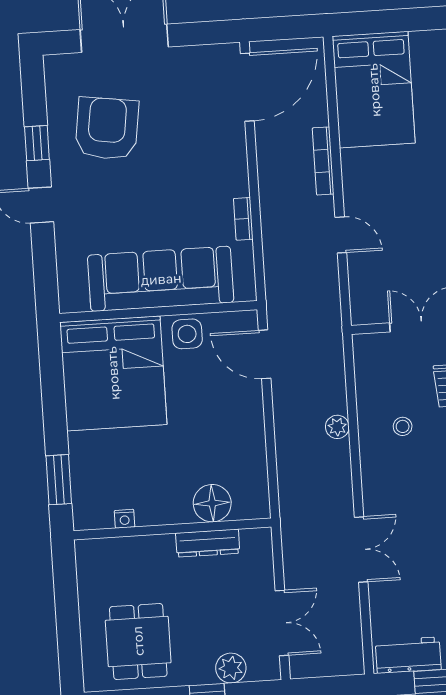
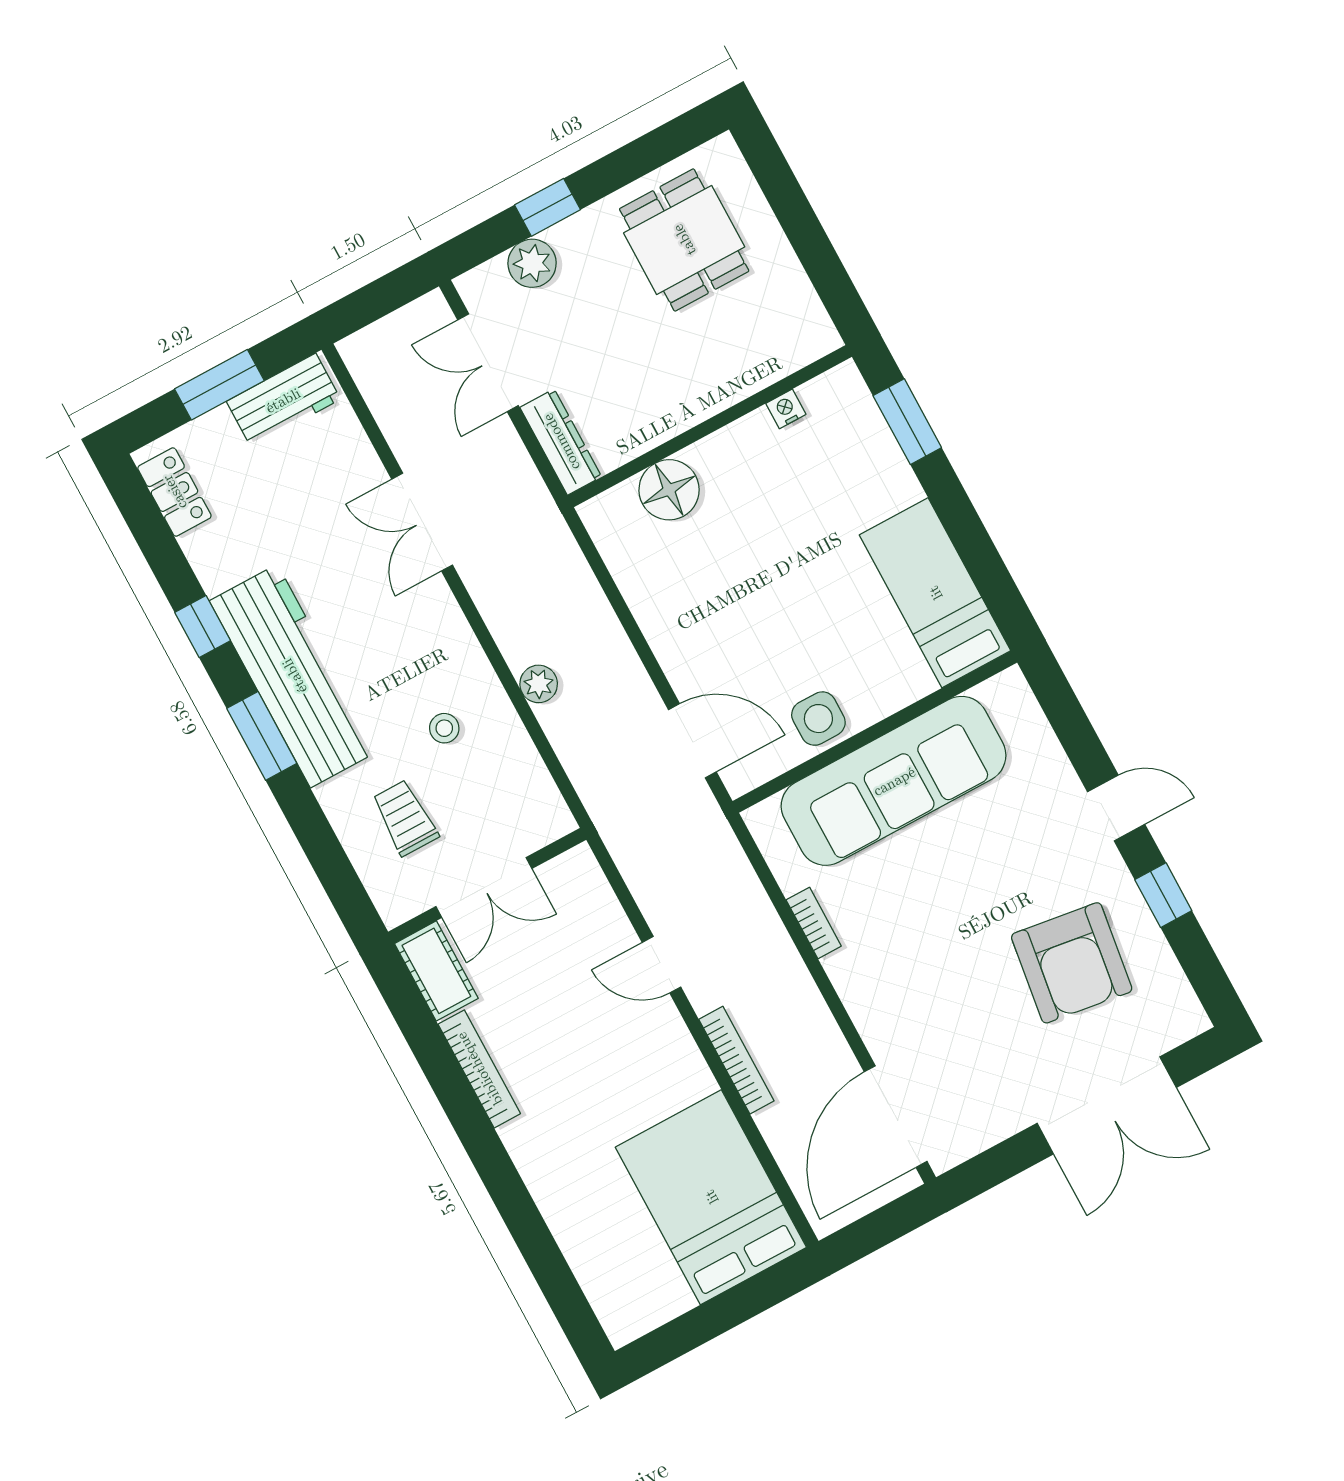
bed: (113, 373) -> (935, 593), width x0.49
dresser: (208, 543) -> (561, 442), moved, turned 90

